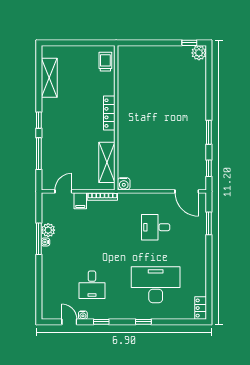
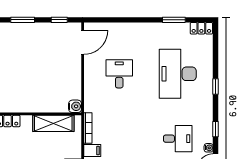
window: (209, 223) -> (174, 20), moved
desk: (156, 227) -> (119, 74), turned 180

